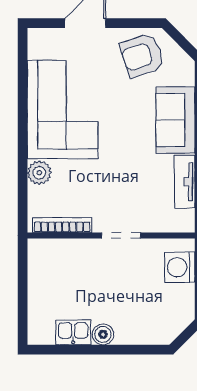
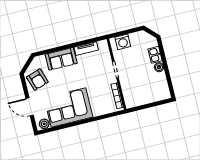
plant: (39, 173) -> (44, 124), moved
kitchen sink: (73, 332) -> (155, 55), moved

